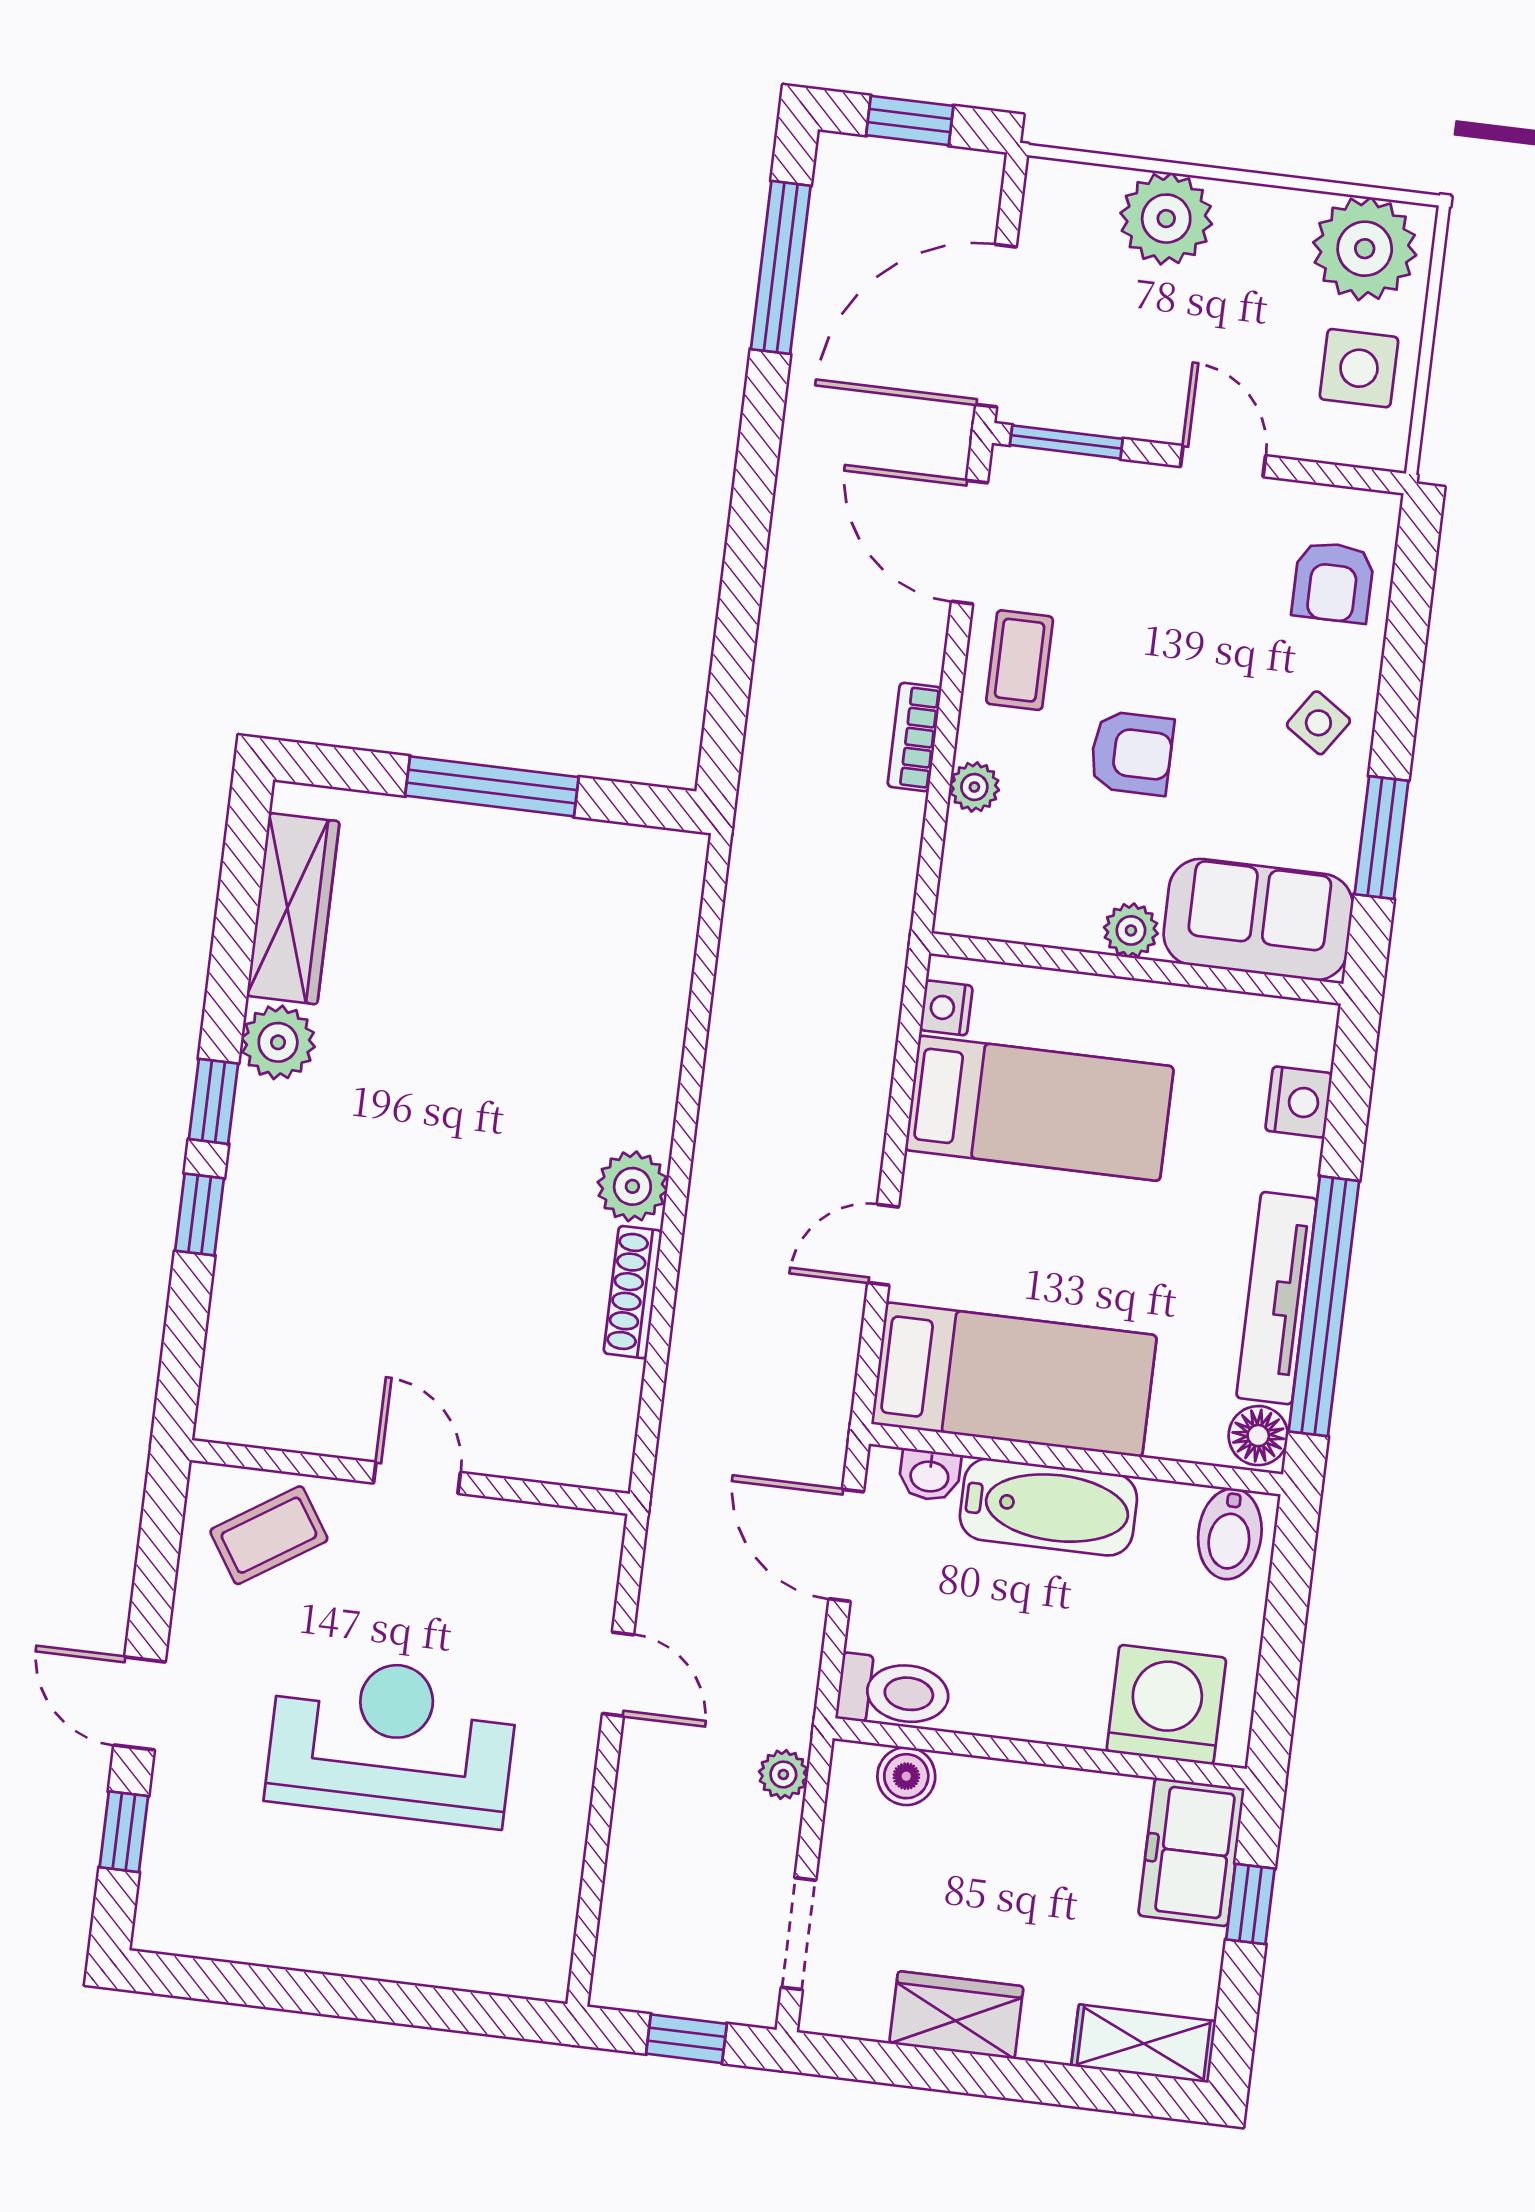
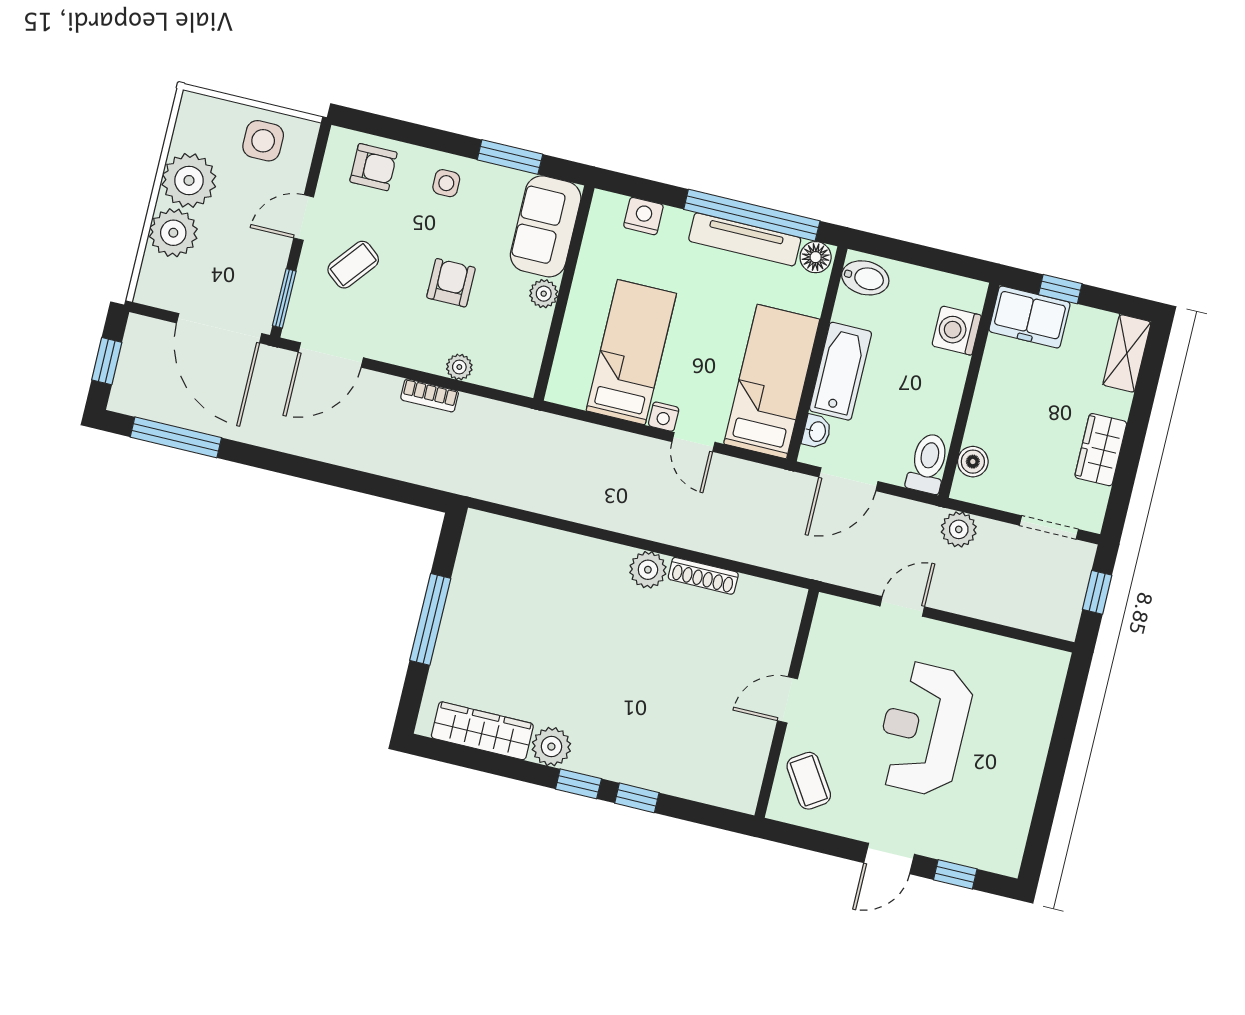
plant: (1365, 249) -> (189, 180), moved
coffee table: (1020, 660) -> (353, 265), moved, turned -51
side table: (1318, 723) -> (446, 183), turned -34
nightstand: (946, 1008) -> (664, 417), moved
washing machine: (1166, 1705) -> (957, 331), width x0.73, depth x0.73
plant: (783, 1774) -> (959, 529), width x1.38, depth x1.38

